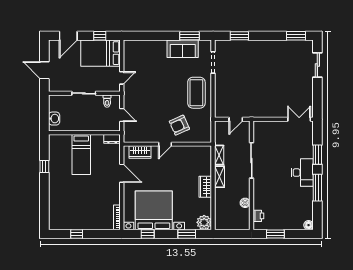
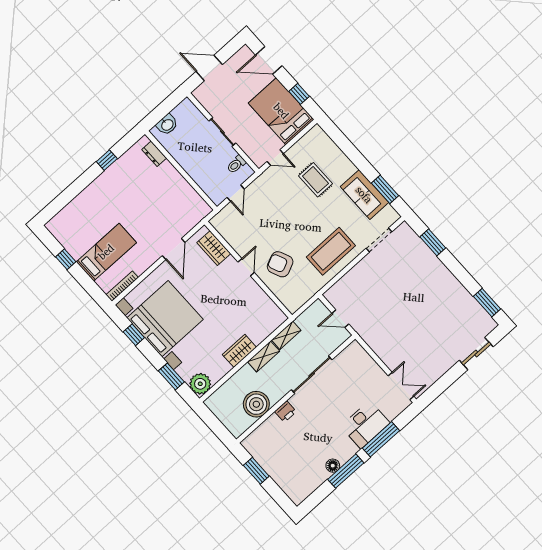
rug: (152, 67) -> (315, 180), added
door: (44, 70) -> (209, 68), hinge flipped
dresser: (112, 139) -> (154, 154), moved
door: (165, 144) -> (246, 267), swing flipped
bed: (81, 154) -> (106, 252), moved, turned 180
window: (317, 155) -> (381, 439), width x1.44
desk: (302, 173) -> (365, 425), moved
boiler: (245, 203) -> (256, 404), width x1.86, depth x1.86
printer: (258, 216) -> (286, 411), moved
floor lamp: (309, 225) -> (333, 466), moved

